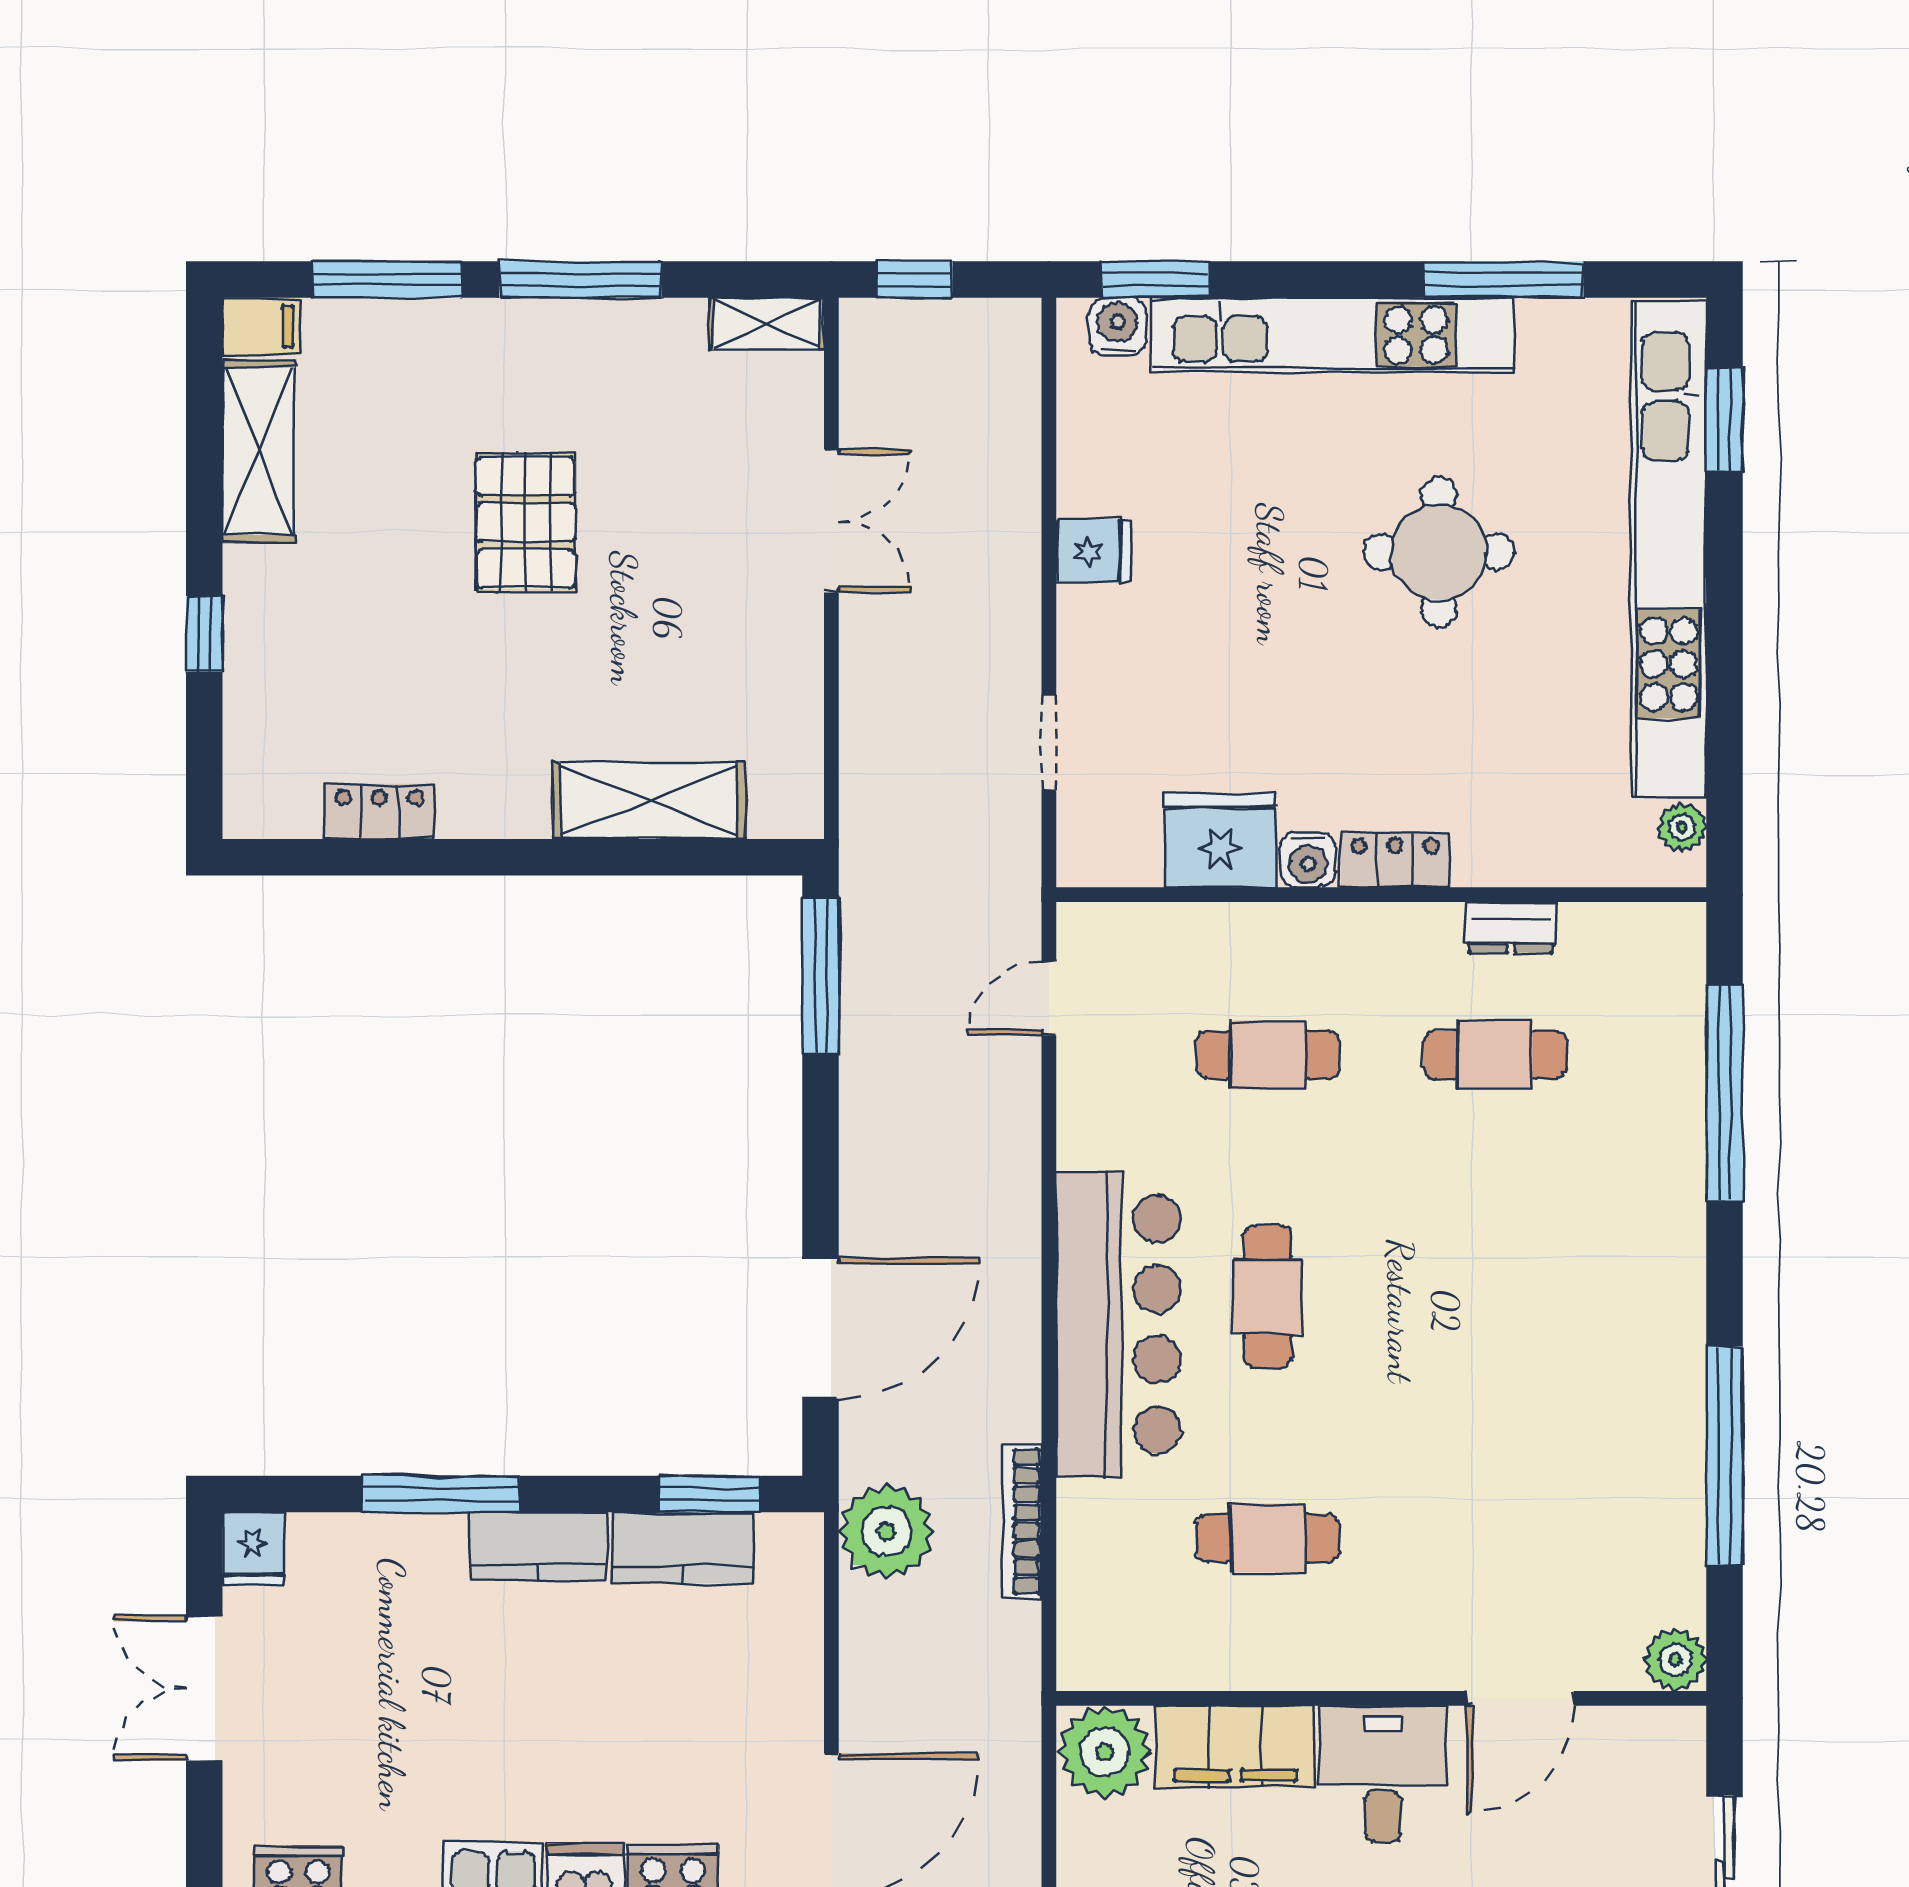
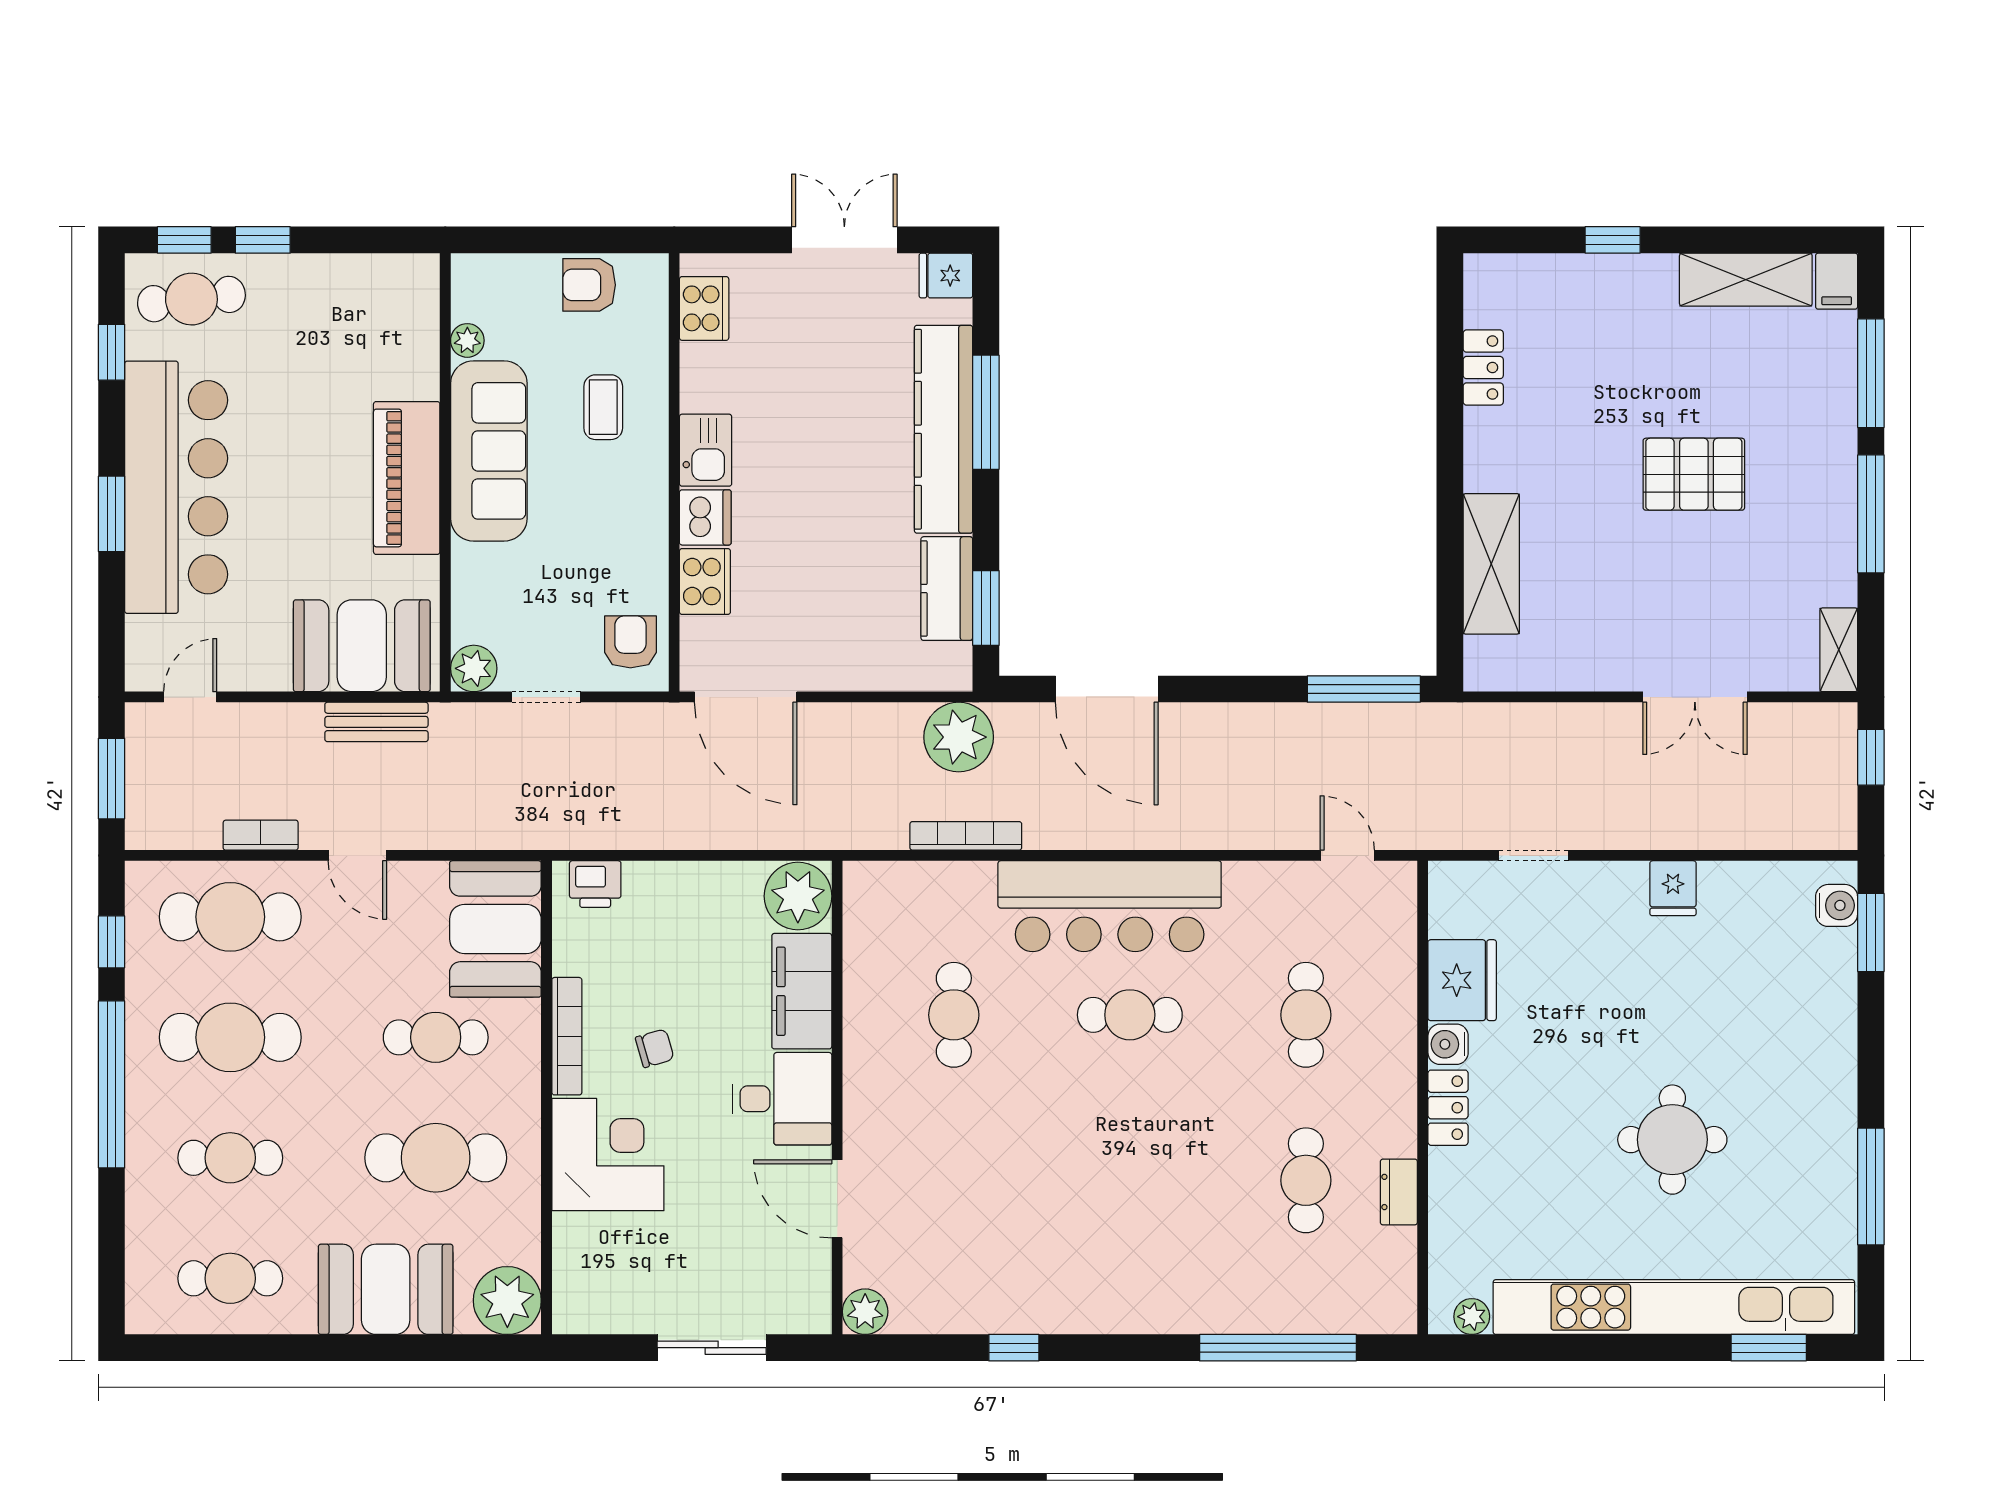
kitchen unit: (1333, 335) -> (1830, 1062), removed
window: (1724, 1456) -> (1014, 1348), width x0.32
kitchen counter: (538, 1546) -> (944, 429), width x2.08, depth x1.17

